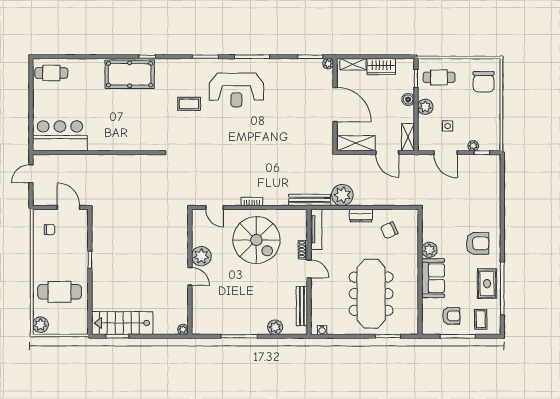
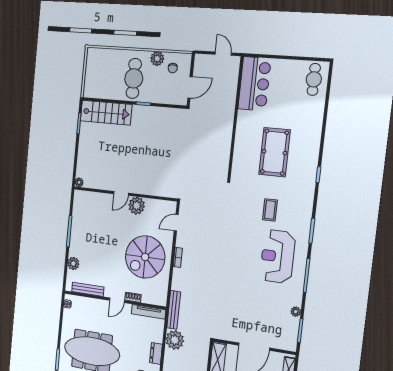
plant: (328, 64) -> (296, 312), moved
pool table: (130, 74) -> (274, 152), moved
cafe table: (60, 292) -> (134, 78), moved
stairs: (122, 323) -> (106, 113), moved, turned 90
plant: (40, 325) -> (157, 59), moved

